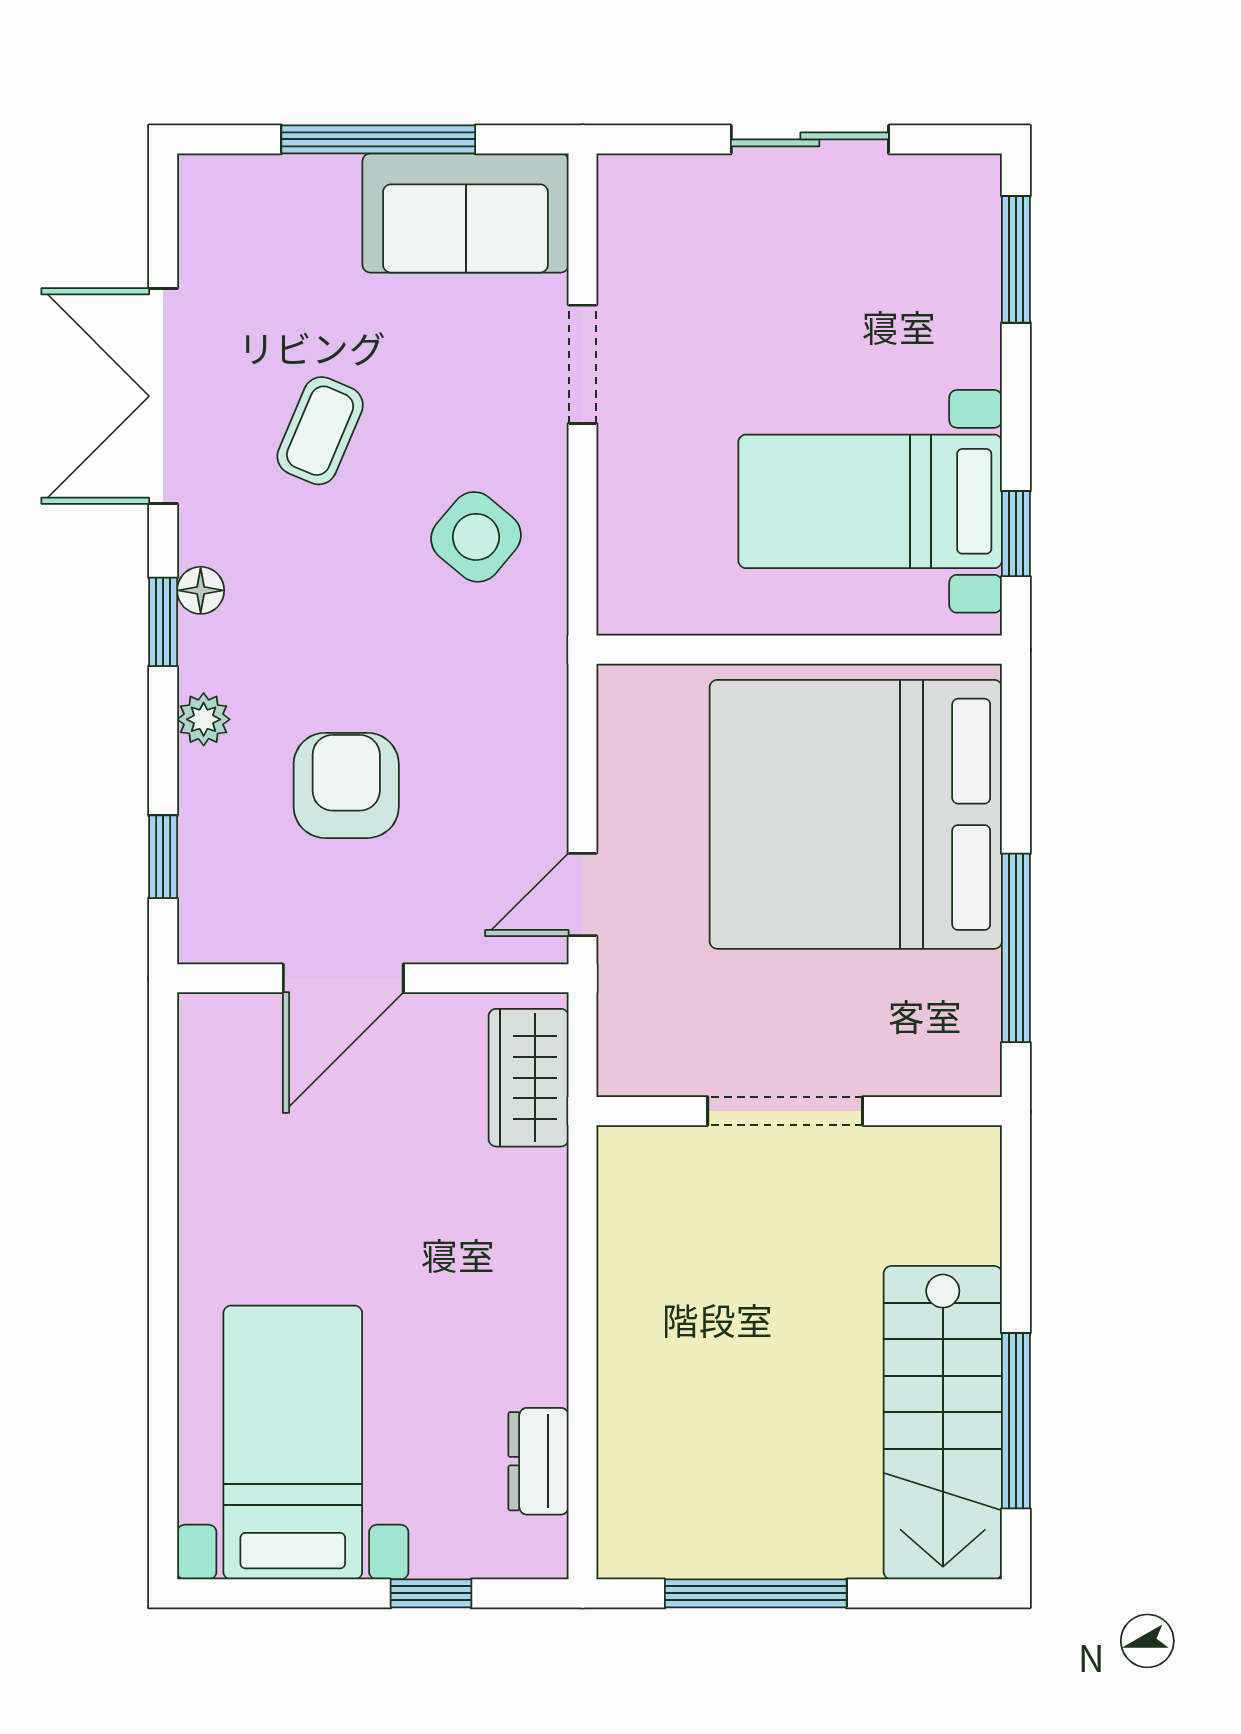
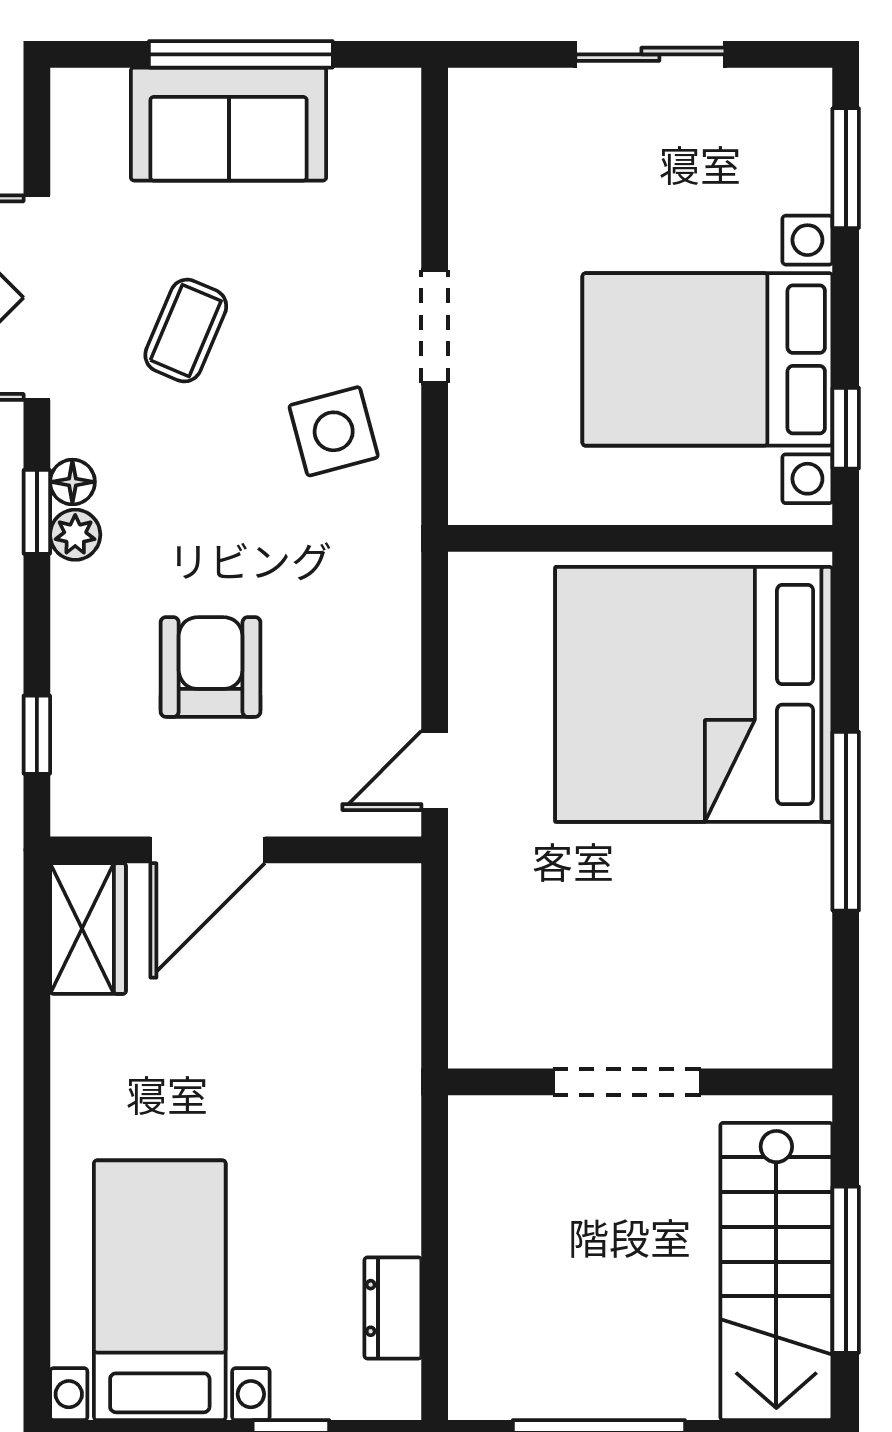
sofa: (466, 213) -> (229, 124), moved
doorway: (582, 364) -> (435, 326), moved
bed with nightstands: (870, 501) -> (707, 359), width x1.36
side table: (476, 537) -> (334, 431), turned 35
plant: (204, 719) -> (75, 535), moved
wardrobe: (529, 1078) -> (88, 929), moved, turned 180
doorway: (785, 1111) -> (627, 1082), moved
wall: (799, 1111) -> (640, 1082), moved

